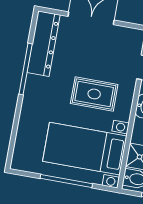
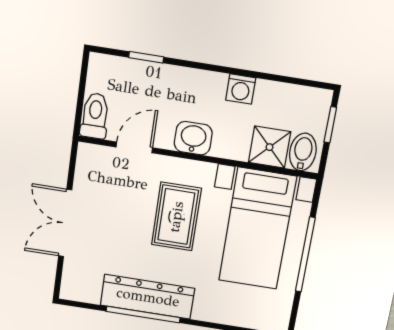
dresser: (43, 44) -> (148, 297), moved

